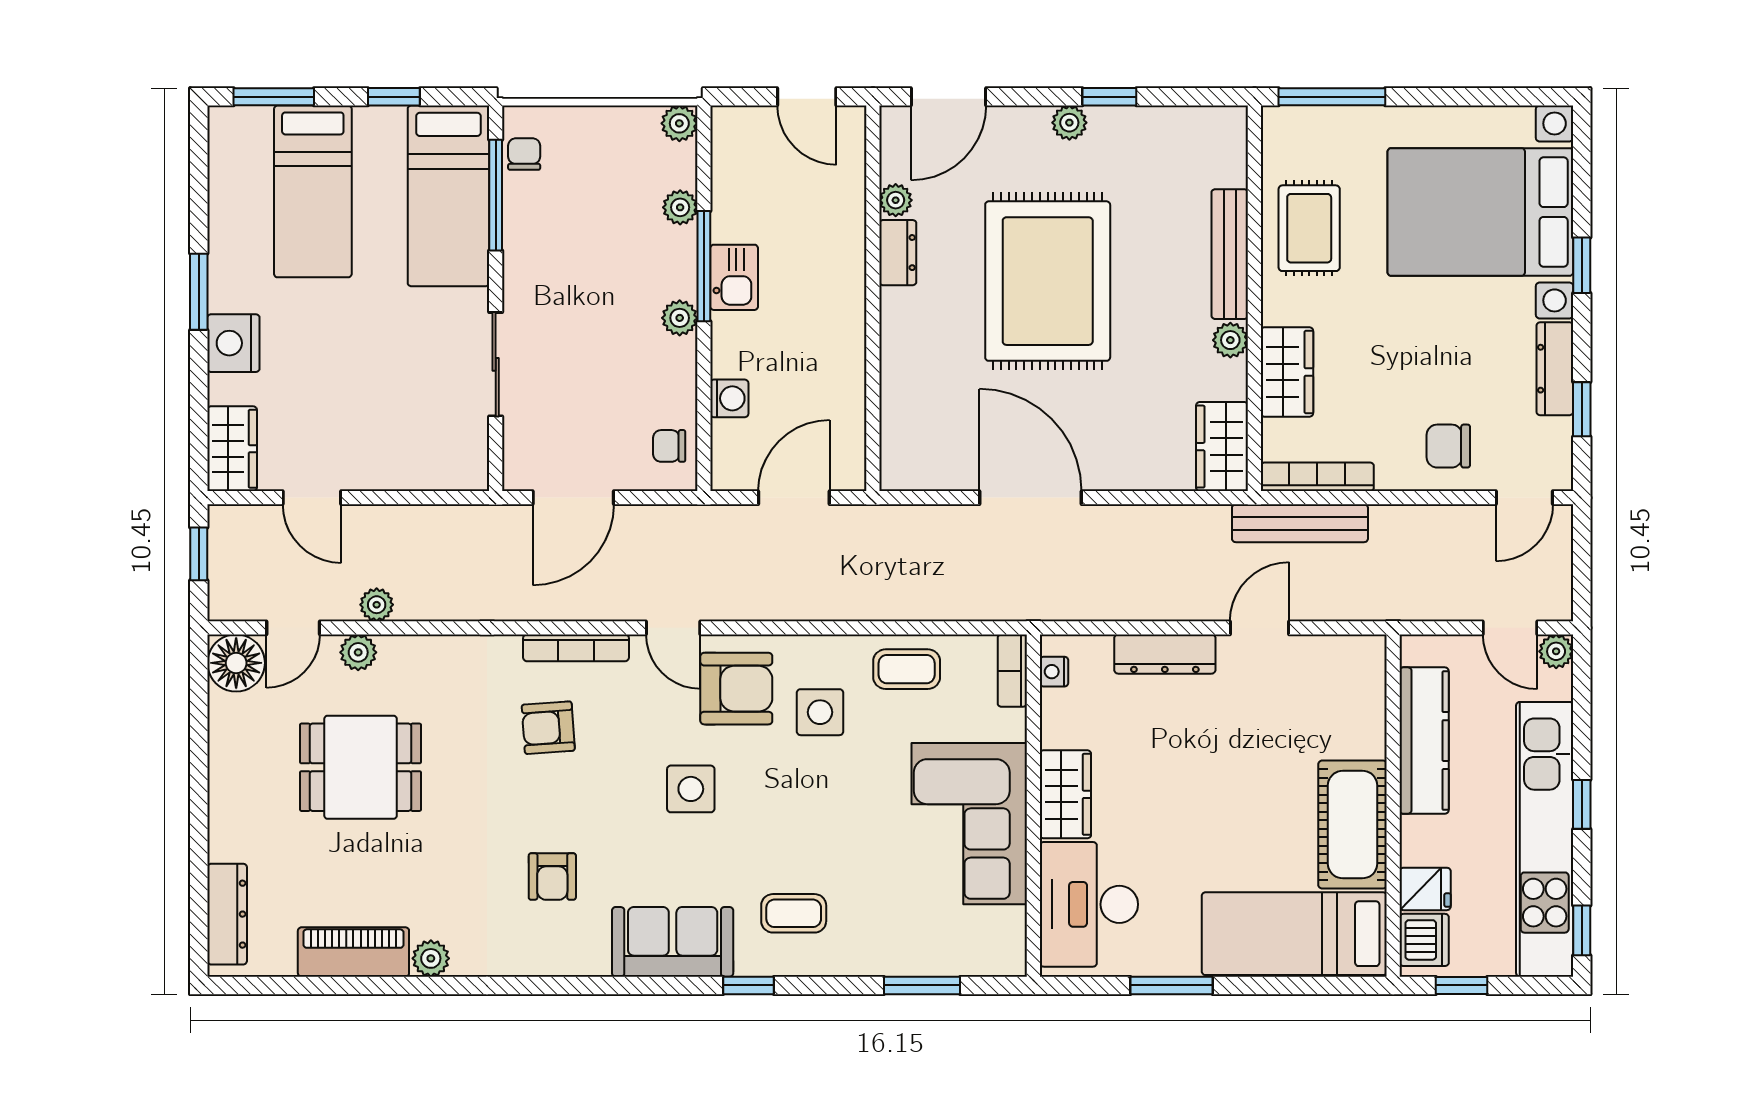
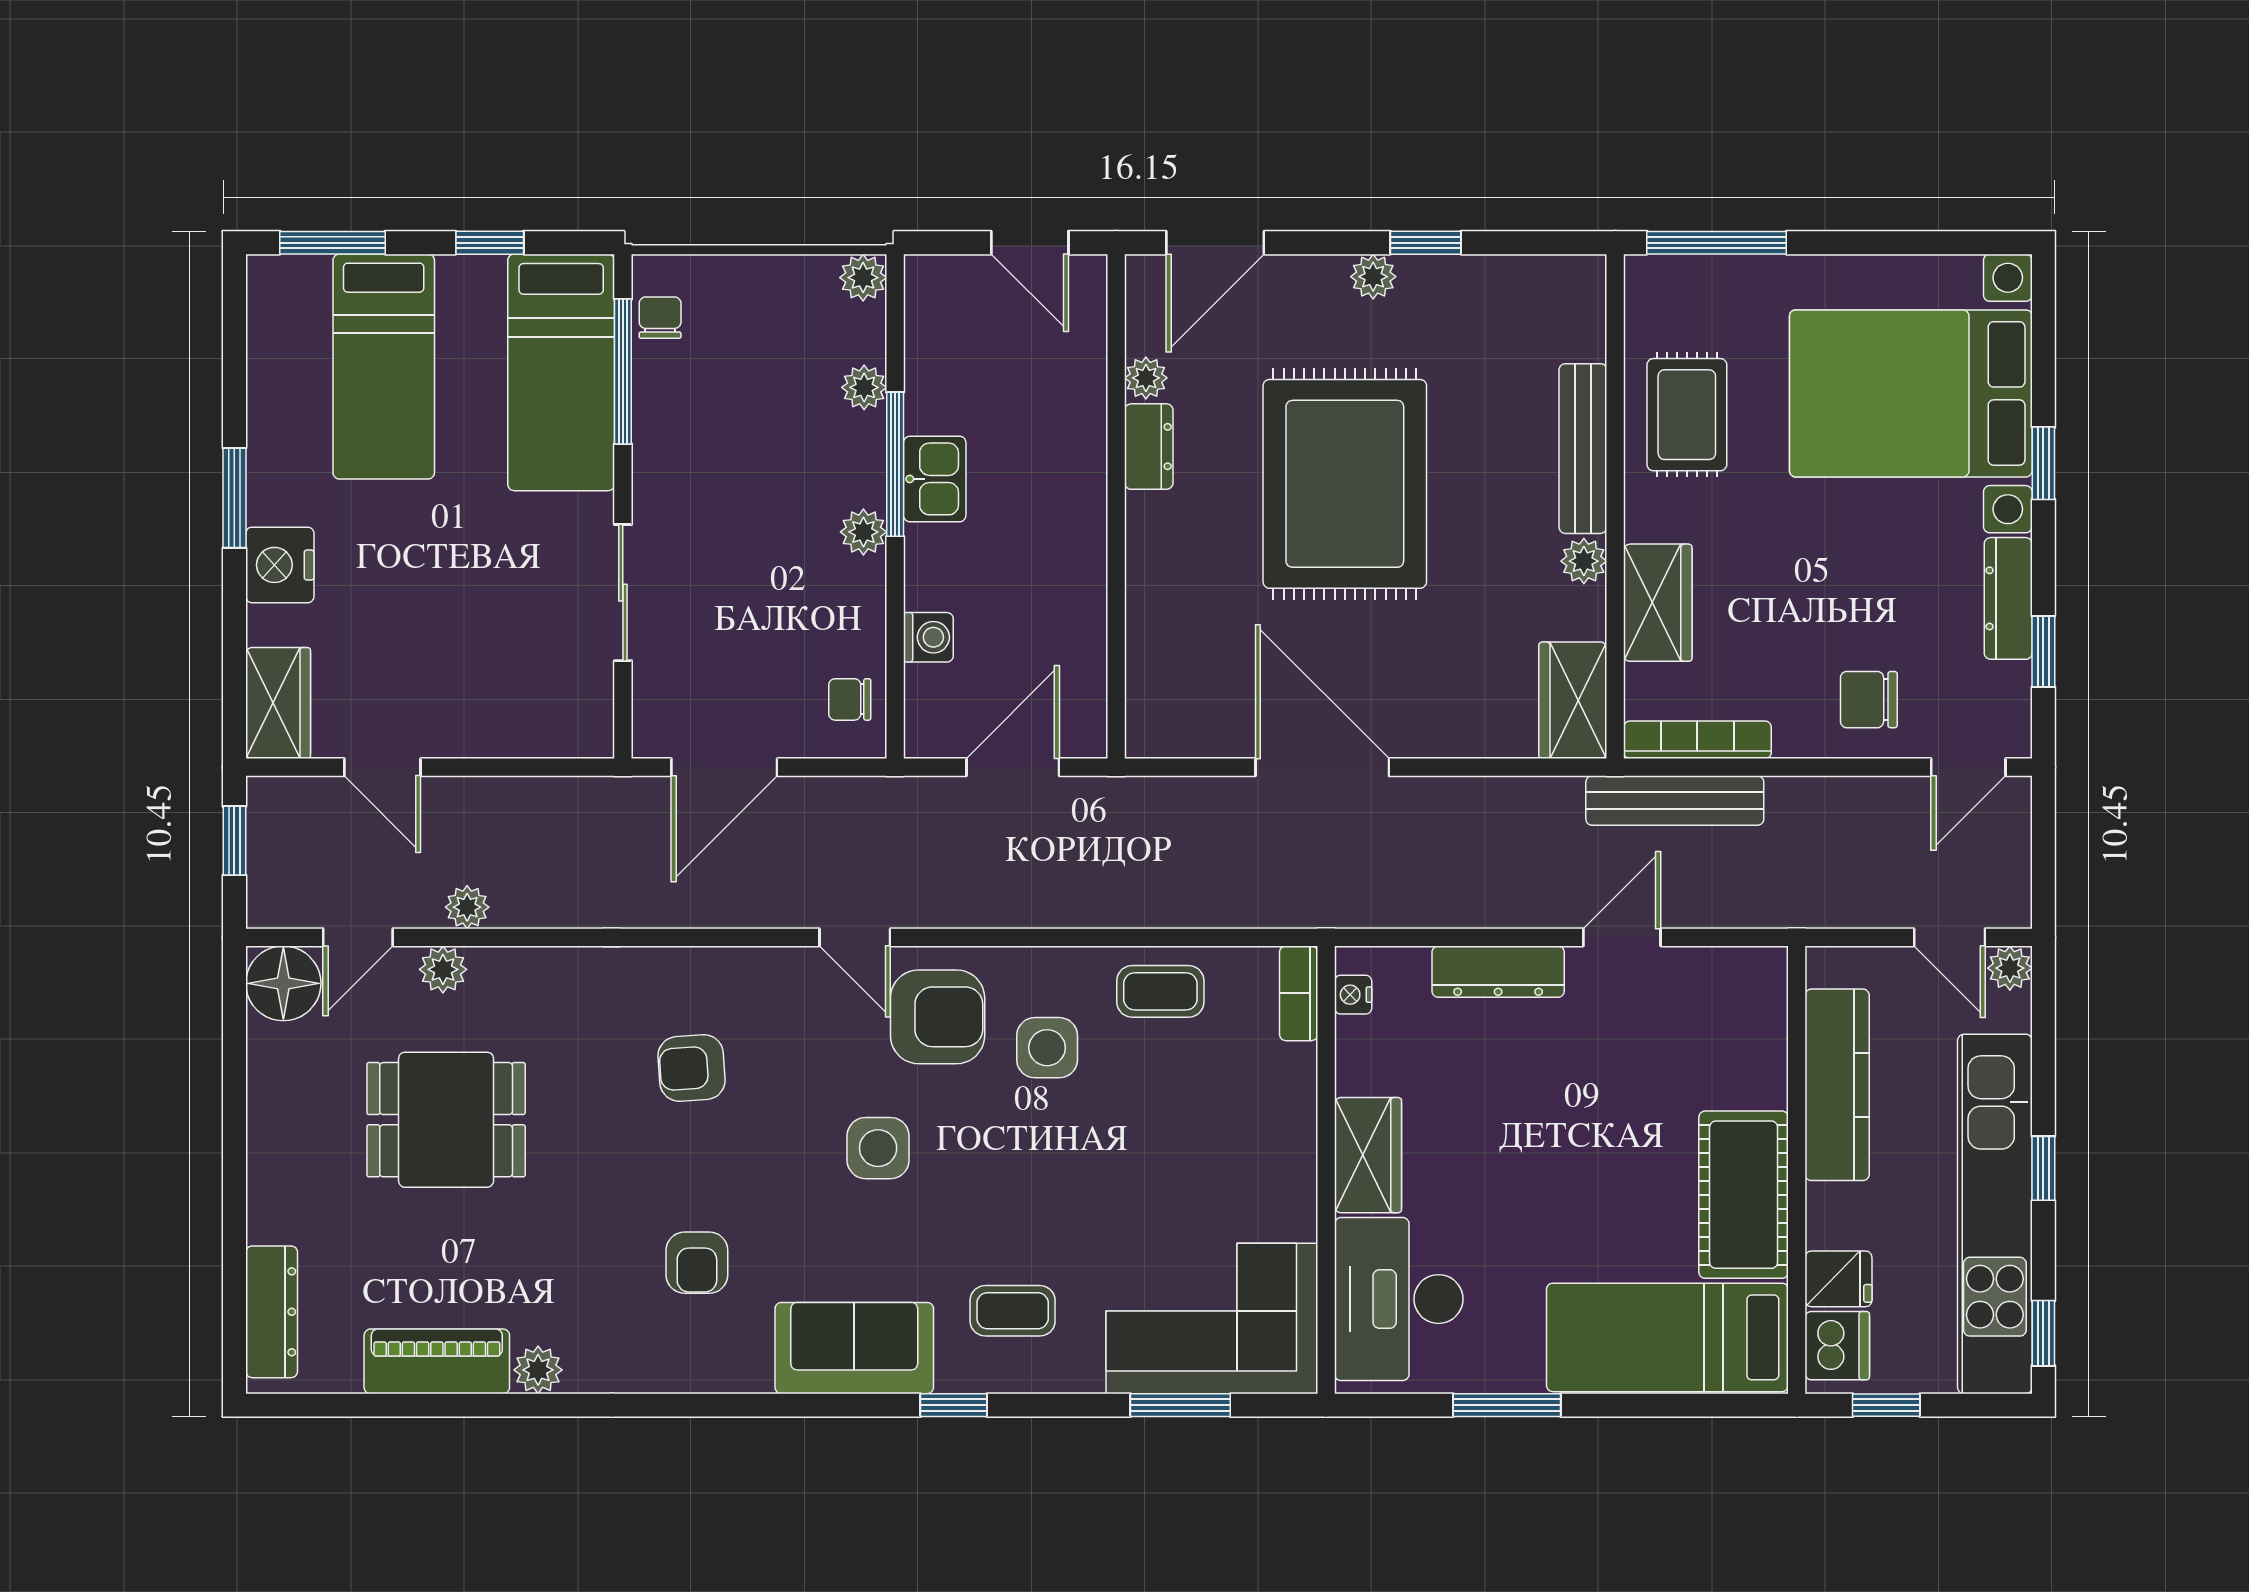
bookcase: (576, 648) -> (728, 963), removed
corner sofa: (969, 824) -> (1212, 1318), moved, turned 90

